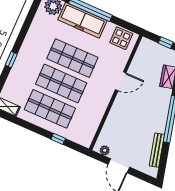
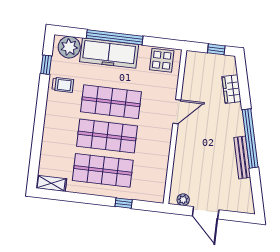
trolley: (39, 34) -> (63, 85), added
window: (11, 60) -> (46, 65), moved
bench: (157, 150) -> (242, 157), moved

